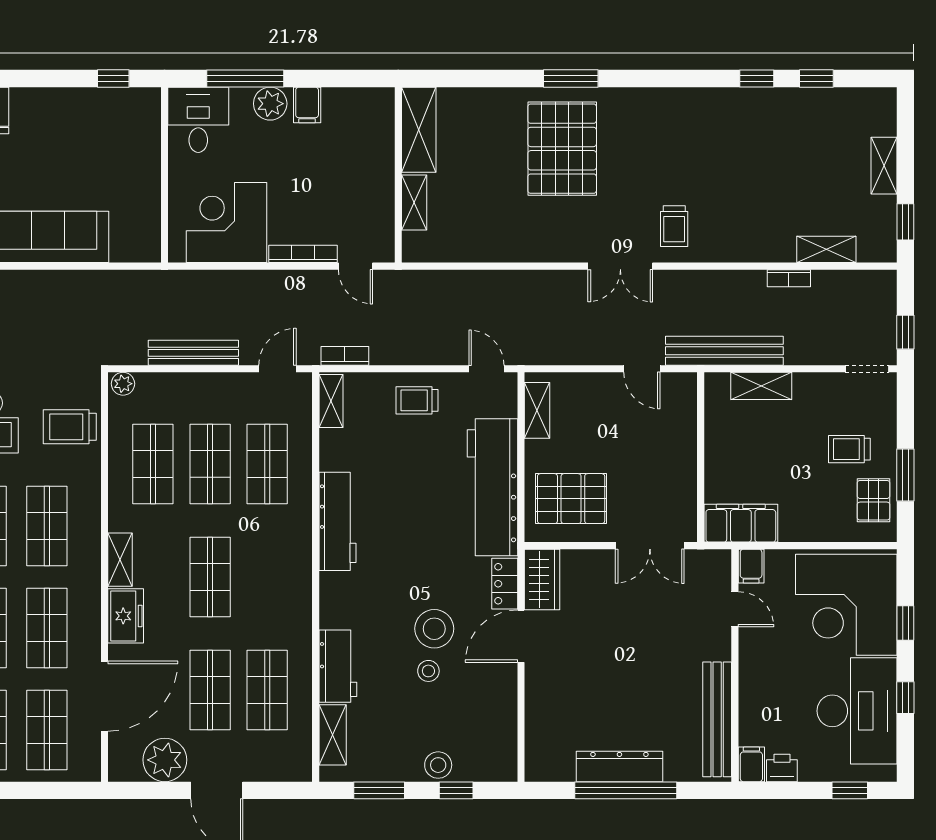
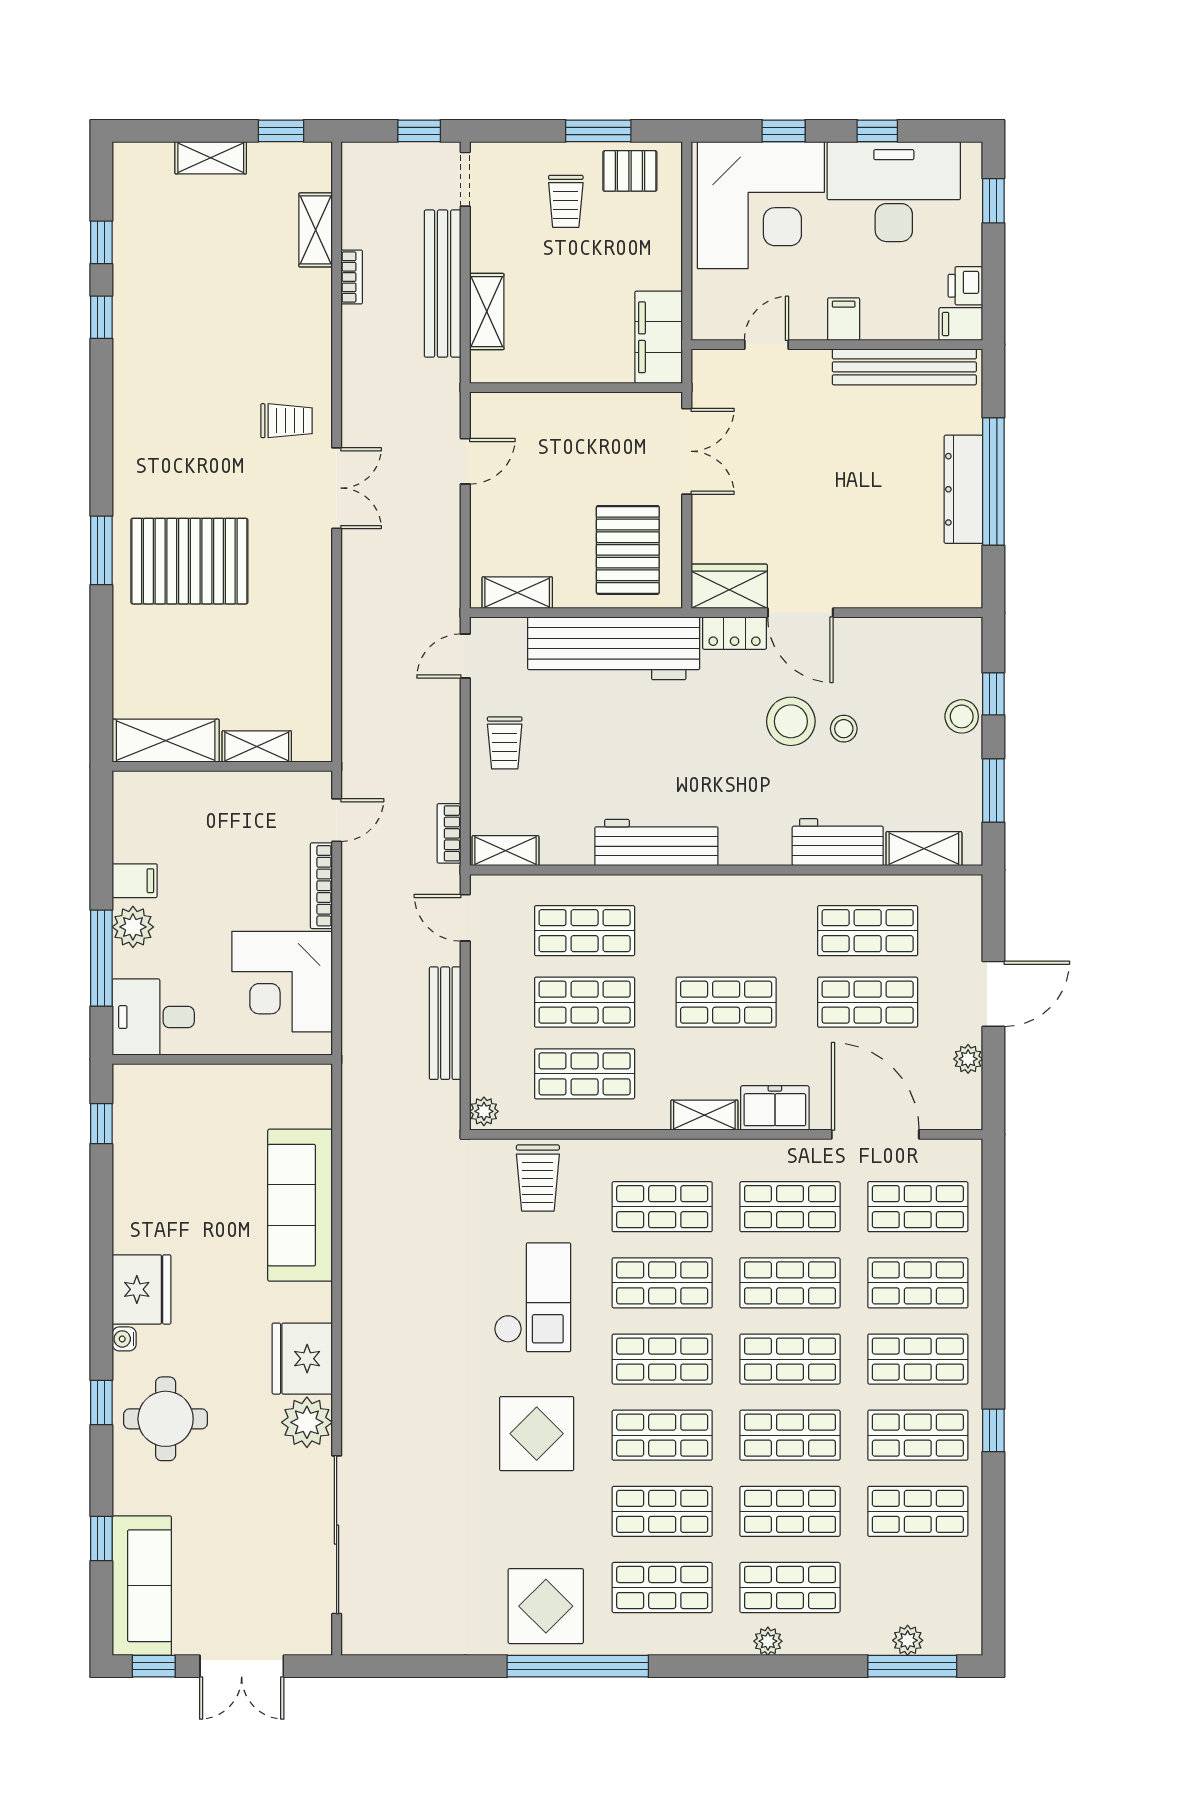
bench: (724, 351) -> (443, 284), moved
filing cabinet: (751, 566) -> (844, 319), moved, turned -90
plant: (165, 760) -> (968, 1059), width x0.53, depth x0.53

